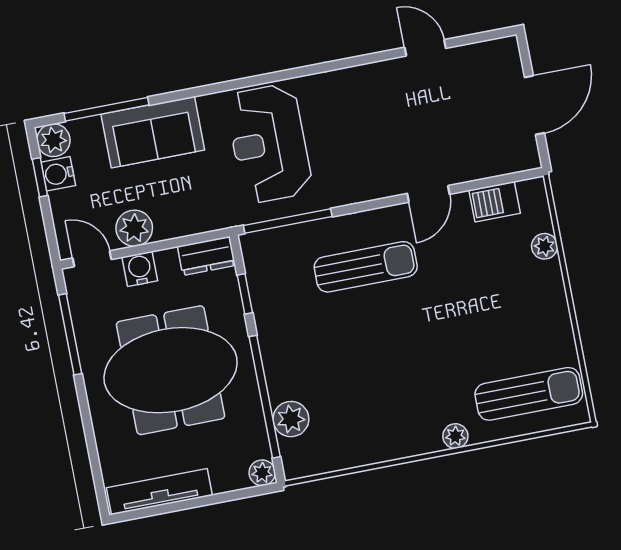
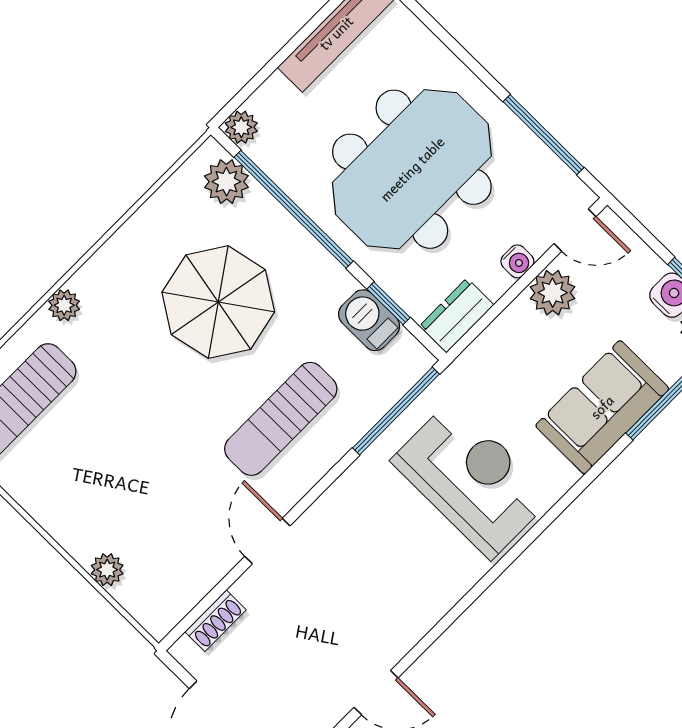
shoe rack: (497, 165) -> (216, 621), added
barbecue: (495, 202) -> (369, 320), moved, turned -90
water cooler: (140, 269) -> (517, 261), width x0.72, depth x0.72
parasol: (354, 370) -> (218, 302), added
plant: (291, 419) -> (226, 182), moved

